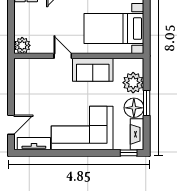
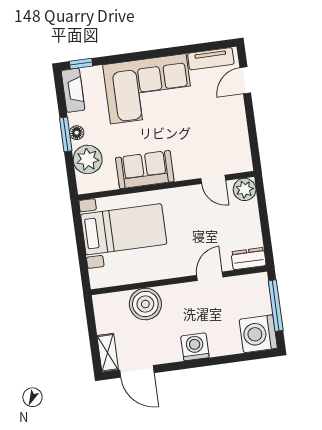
door: (63, 56) -> (213, 179), moved
floor lamp: (134, 108) -> (77, 133), width x0.53, depth x0.53

